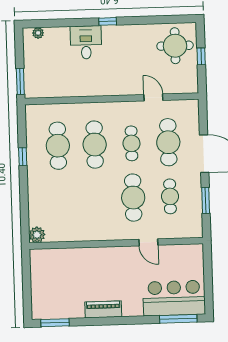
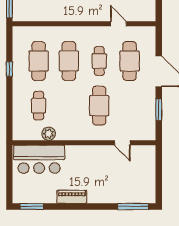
cafe table: (170, 196) -> (39, 106), moved
plant: (37, 235) -> (49, 134), moved
door: (148, 242) -> (122, 143), moved
bar counter: (174, 298) -> (39, 159), moved, turned 180

